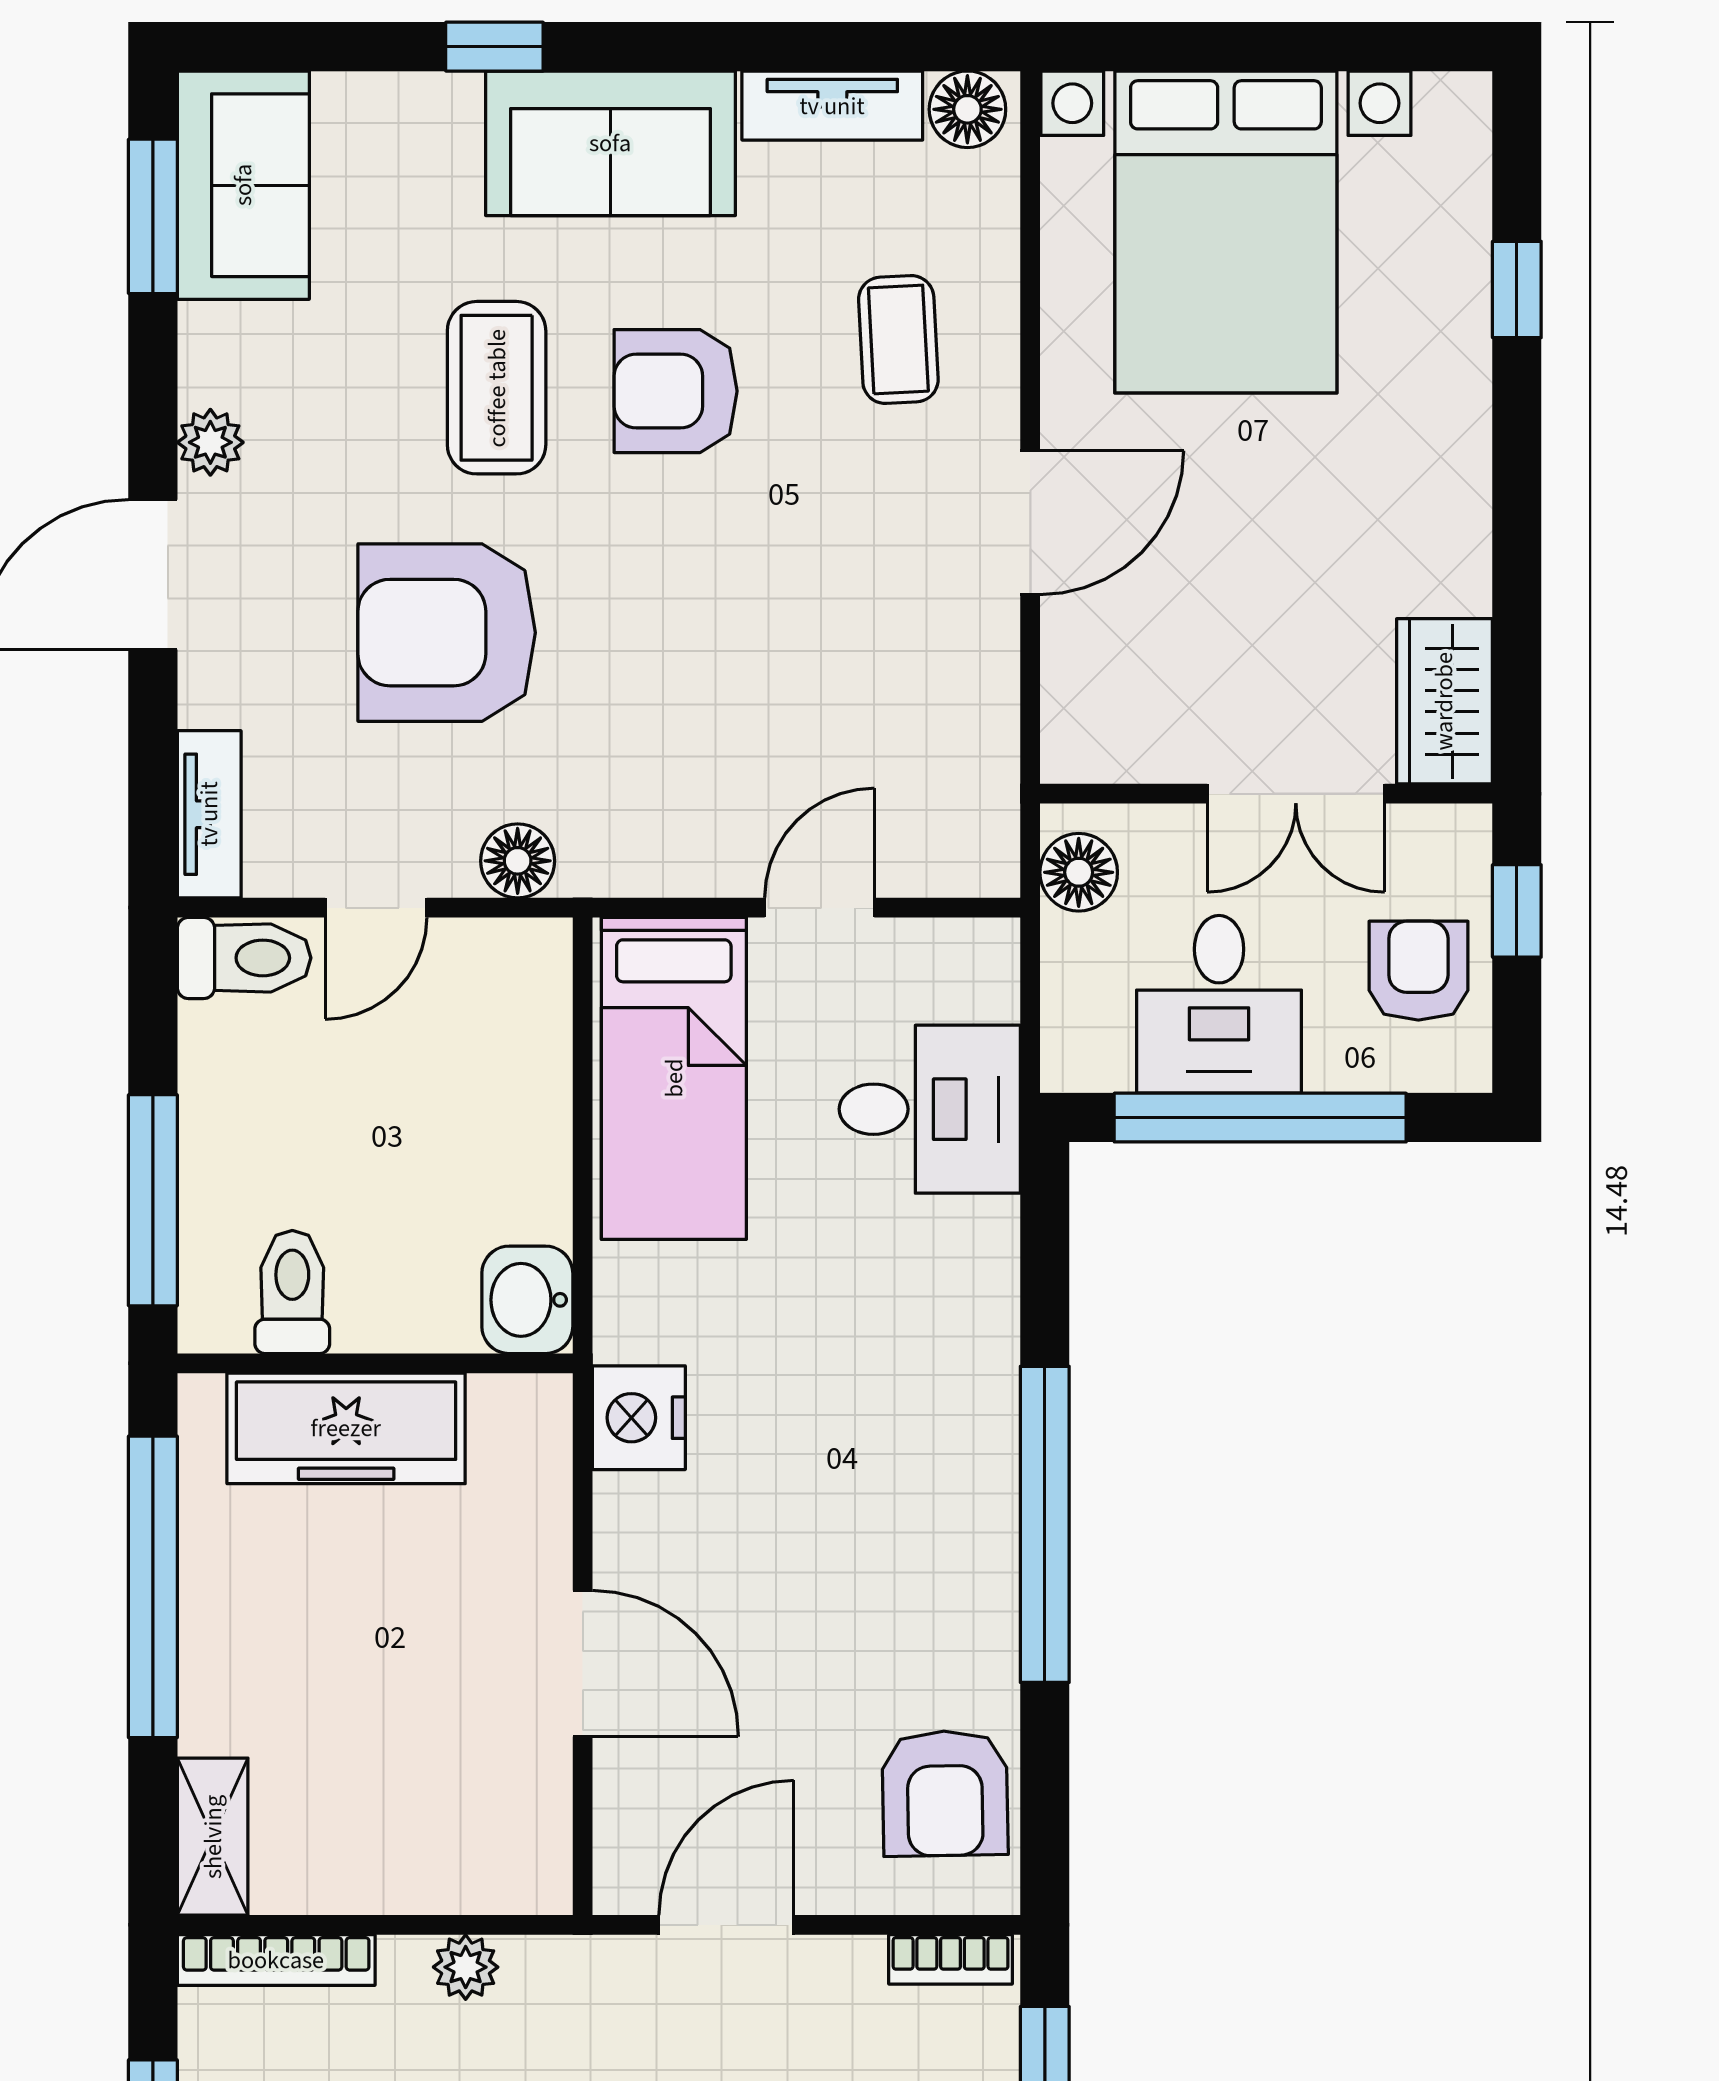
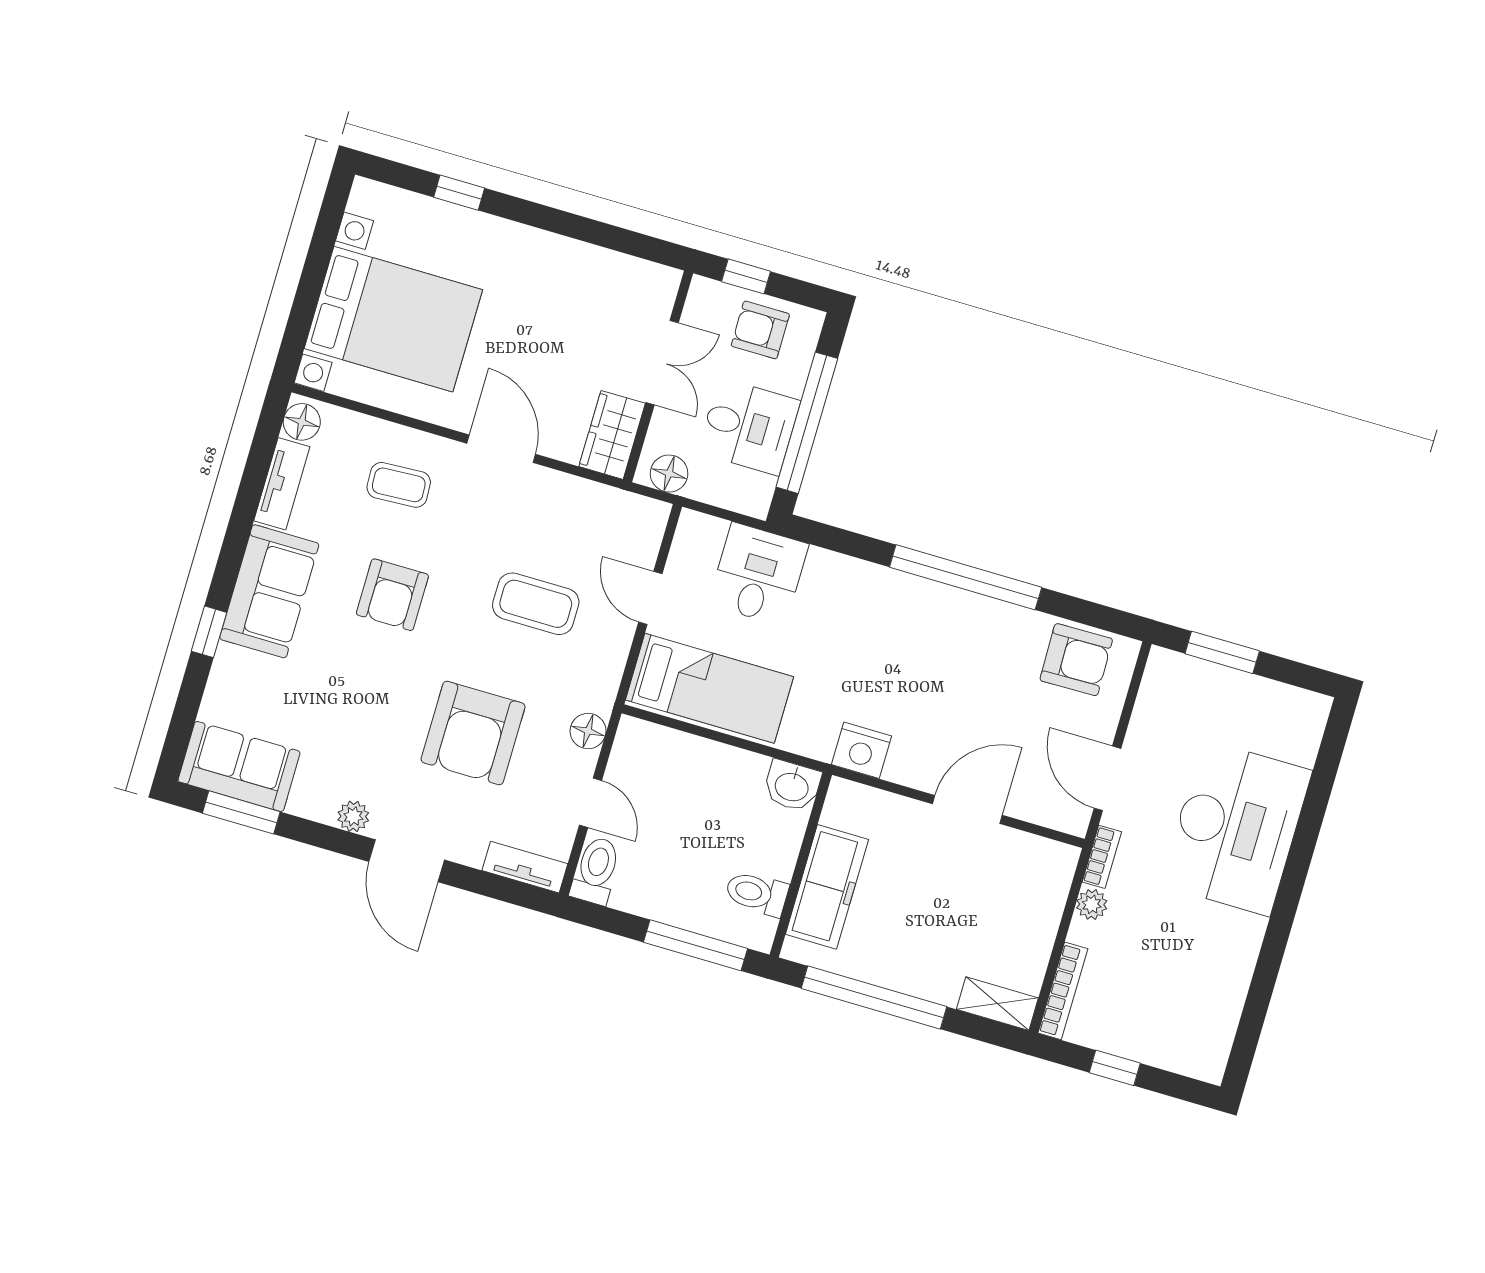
coffee table: (497, 388) -> (536, 604), moved
wardrobe: (1444, 701) -> (612, 435), moved, turned 90
bookcase: (951, 1959) -> (1102, 857), moved

